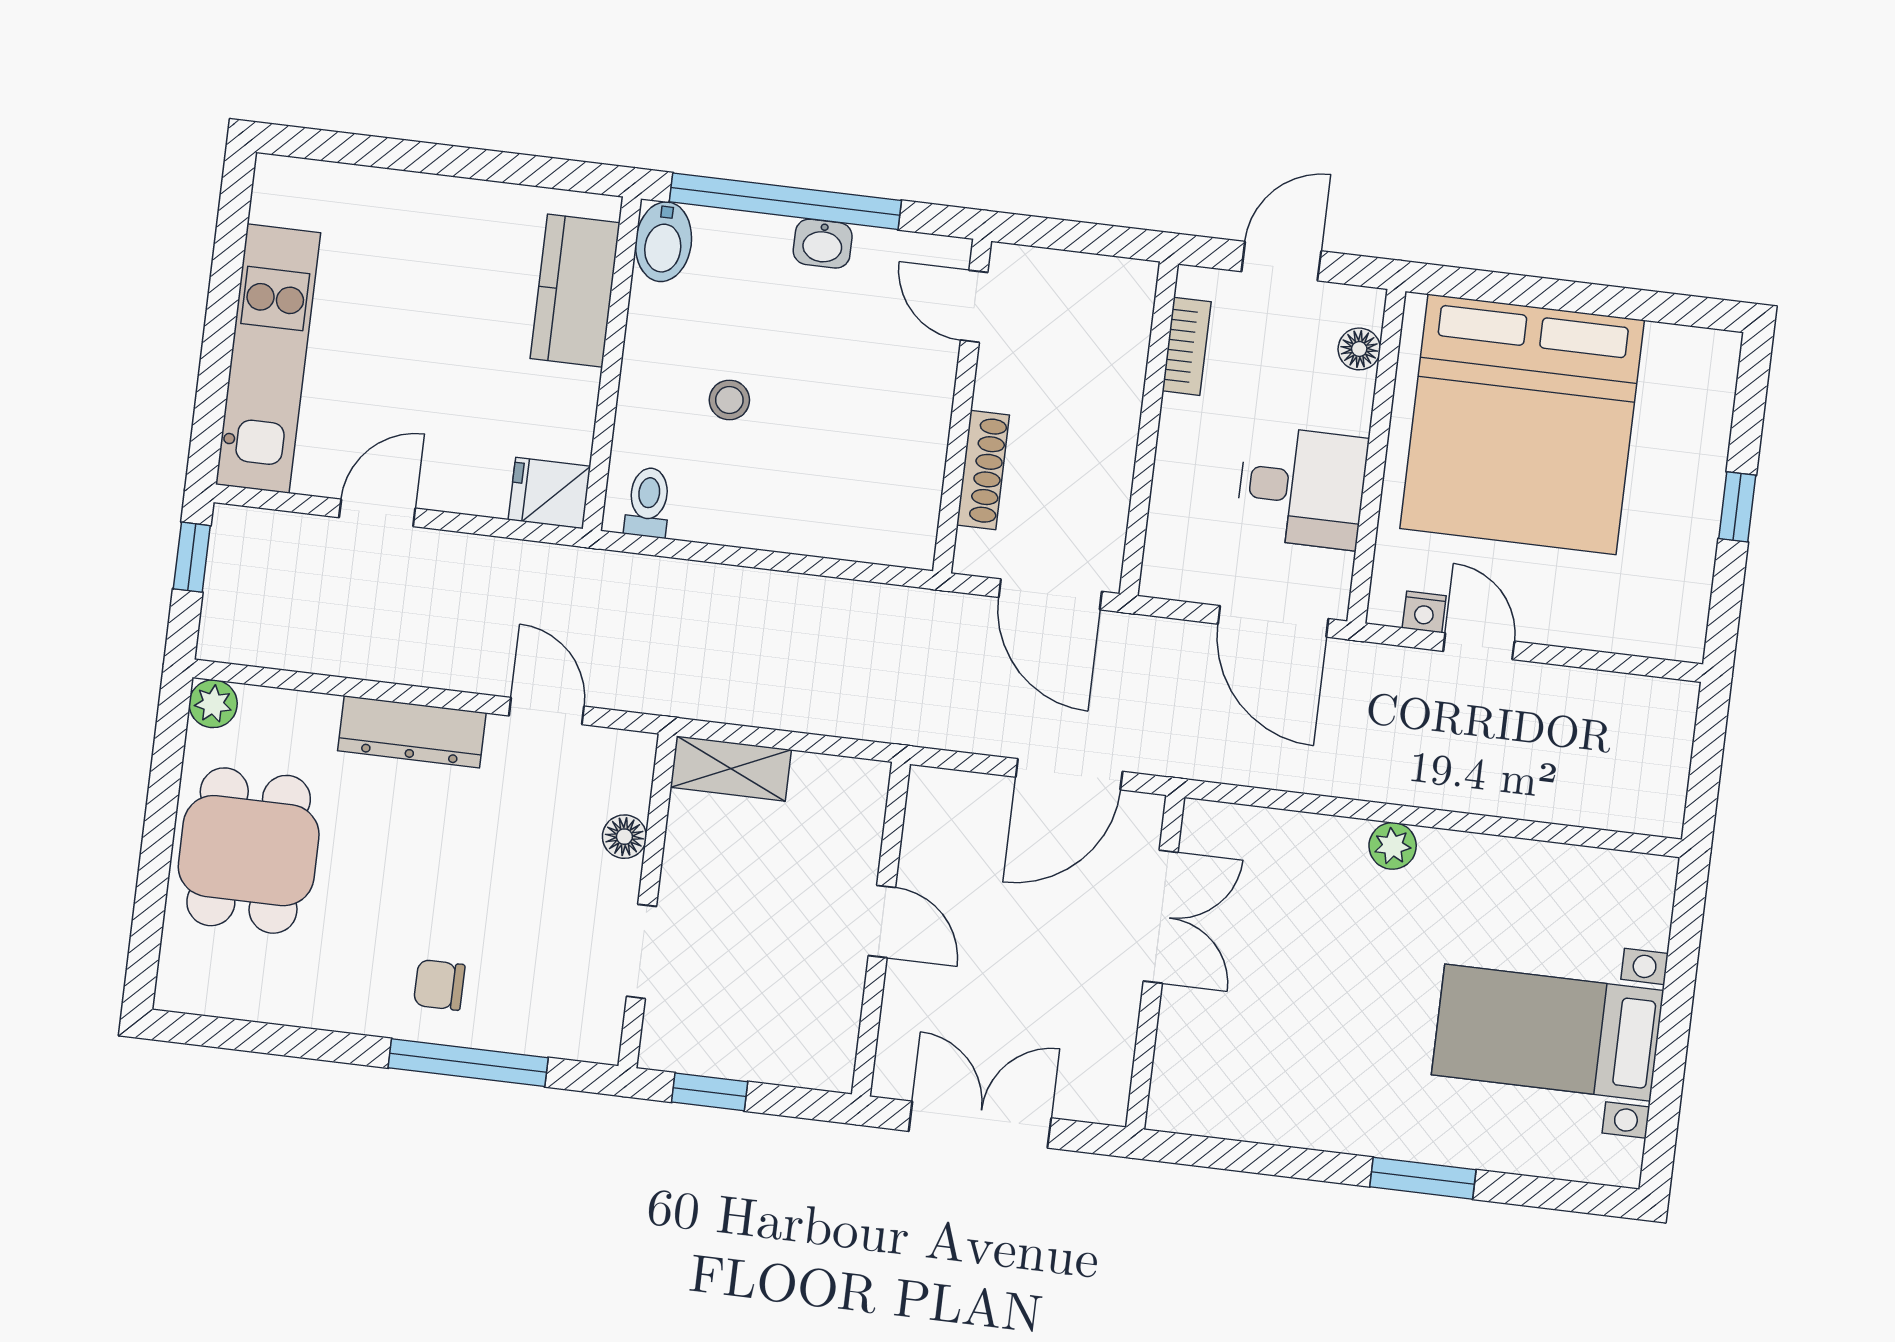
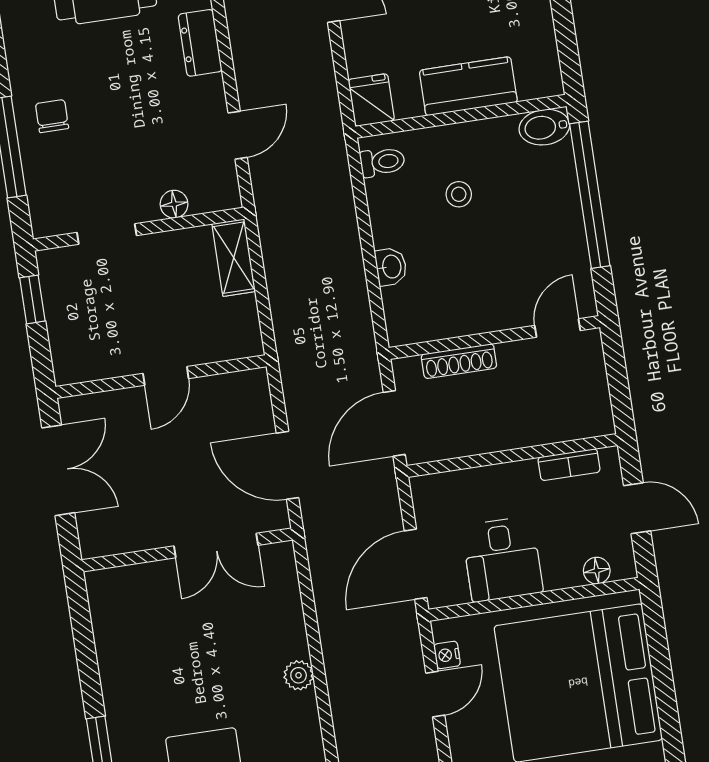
washbasin: (823, 244) -> (391, 267), moved, turned 180
kitchen counter: (575, 291) -> (468, 86), moved
dresser: (412, 732) -> (200, 43), width x0.70

